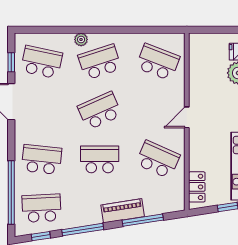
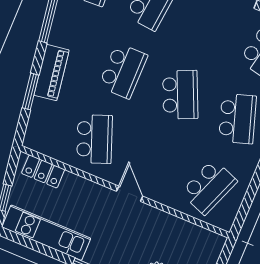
school desk: (158, 159) -> (95, 139), turned -45
window: (143, 220) -> (31, 92), width x0.69

